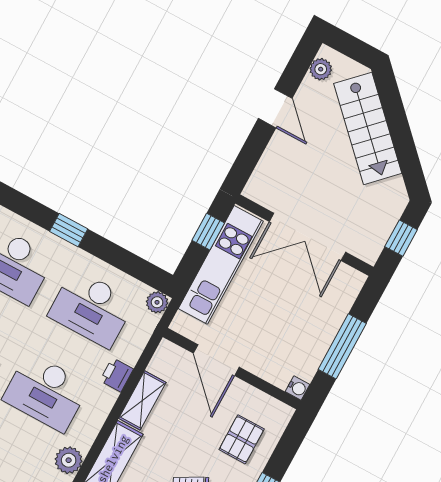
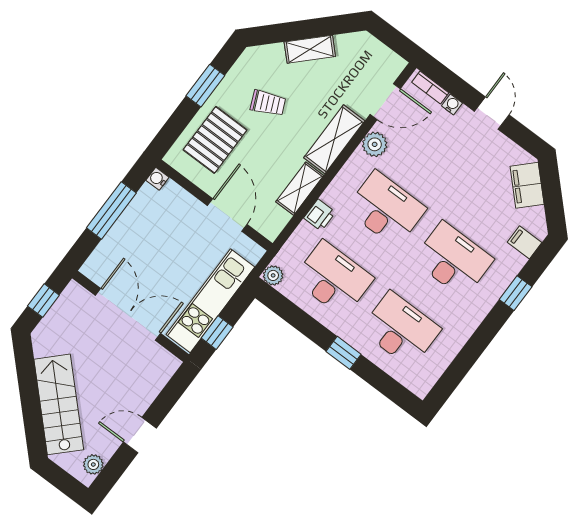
door: (275, 108) -> (140, 435), hinge flipped
pallet: (242, 439) -> (215, 140), width x1.50, depth x1.42

